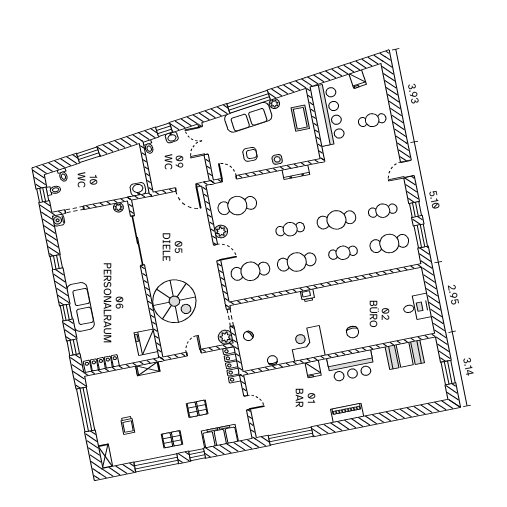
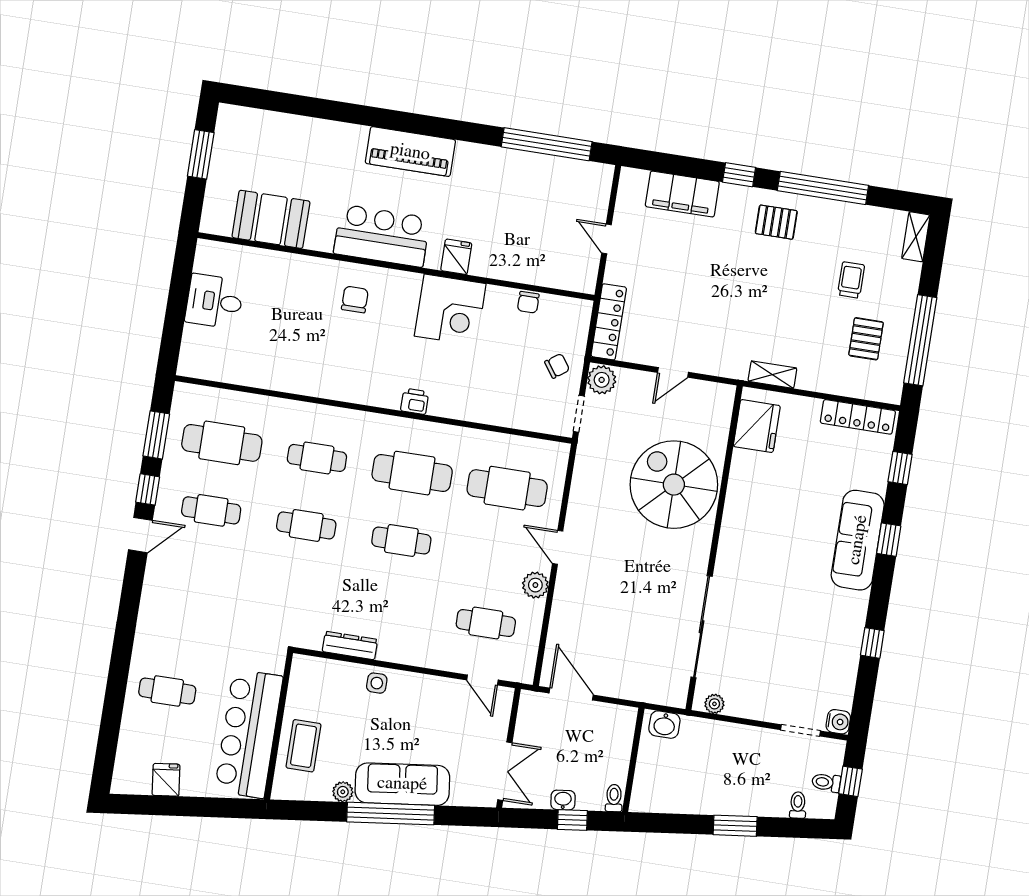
armchair: (250, 154) -> (425, 712), removed
door: (407, 169) -> (140, 535), moved
cafe table: (237, 206) -> (486, 623), width x0.73, depth x0.74
cafe table: (336, 220) -> (306, 525), width x0.73, depth x0.74
pallet: (197, 409) -> (866, 339), moved, turned 90
piano: (347, 413) -> (410, 152), width x1.37, depth x1.33

